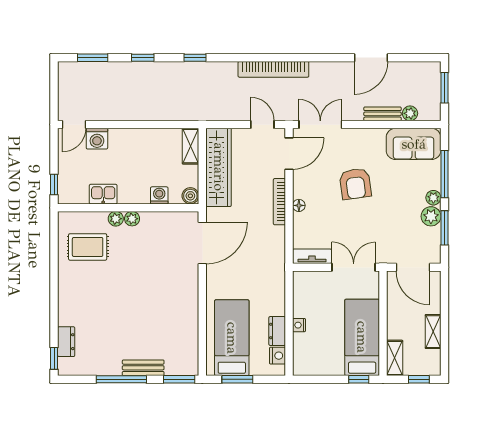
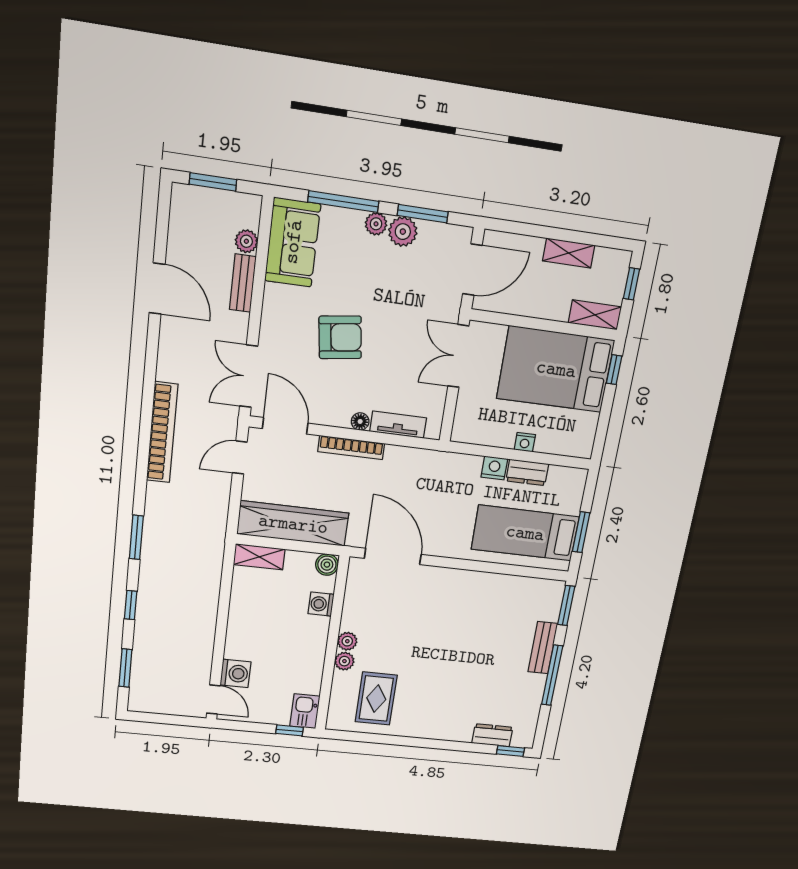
window: (195, 58) -> (136, 537), width x1.50
kitchen sink: (103, 194) -> (305, 711), moved
tv unit: (312, 256) -> (398, 425), moved, turned 90
bed: (362, 337) -> (556, 369), width x1.50
nightstand: (277, 356) -> (494, 468), moved

